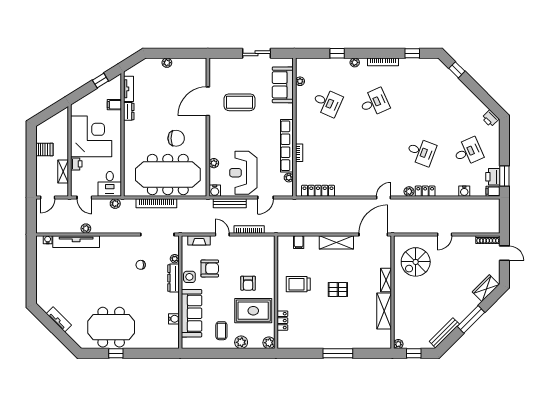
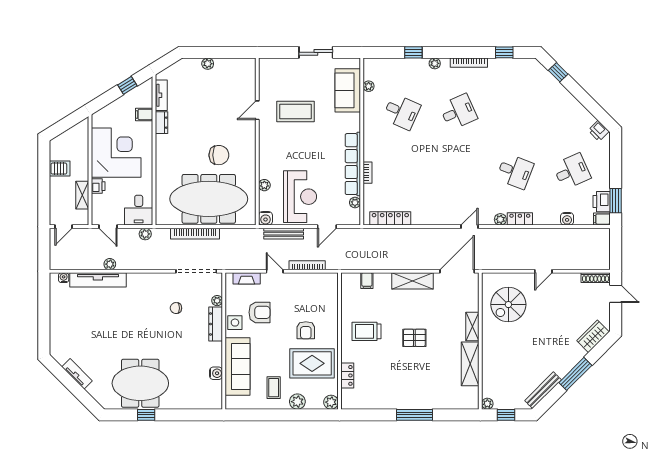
door: (208, 101) -> (257, 110), width x0.53
reception desk: (243, 173) -> (300, 197), turned 180

